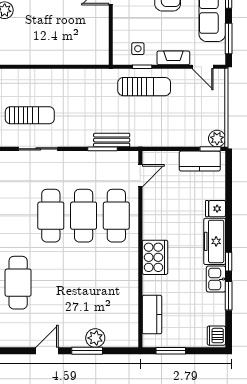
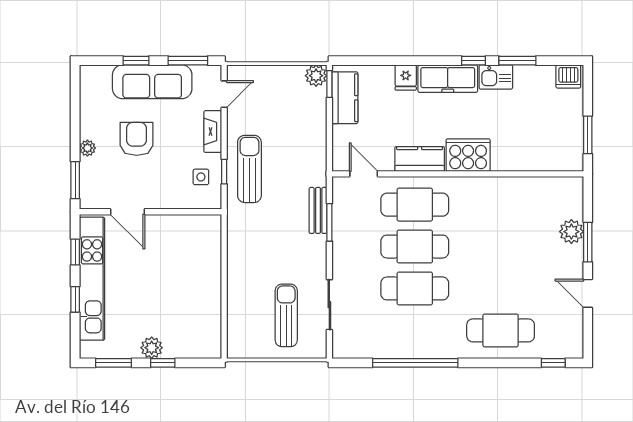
kitchen counter: (152, 315) -> (420, 159), moved

